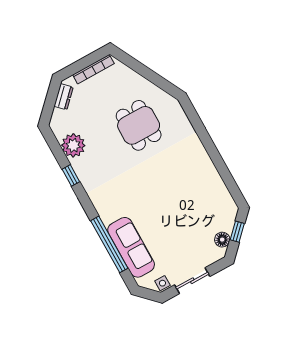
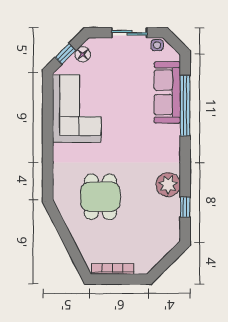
dresser: (64, 97) -> (153, 259), removed
plant: (73, 145) -> (168, 185), moved
window: (71, 175) -> (185, 207), moved
corner sofa: (201, 190) -> (77, 109), added

